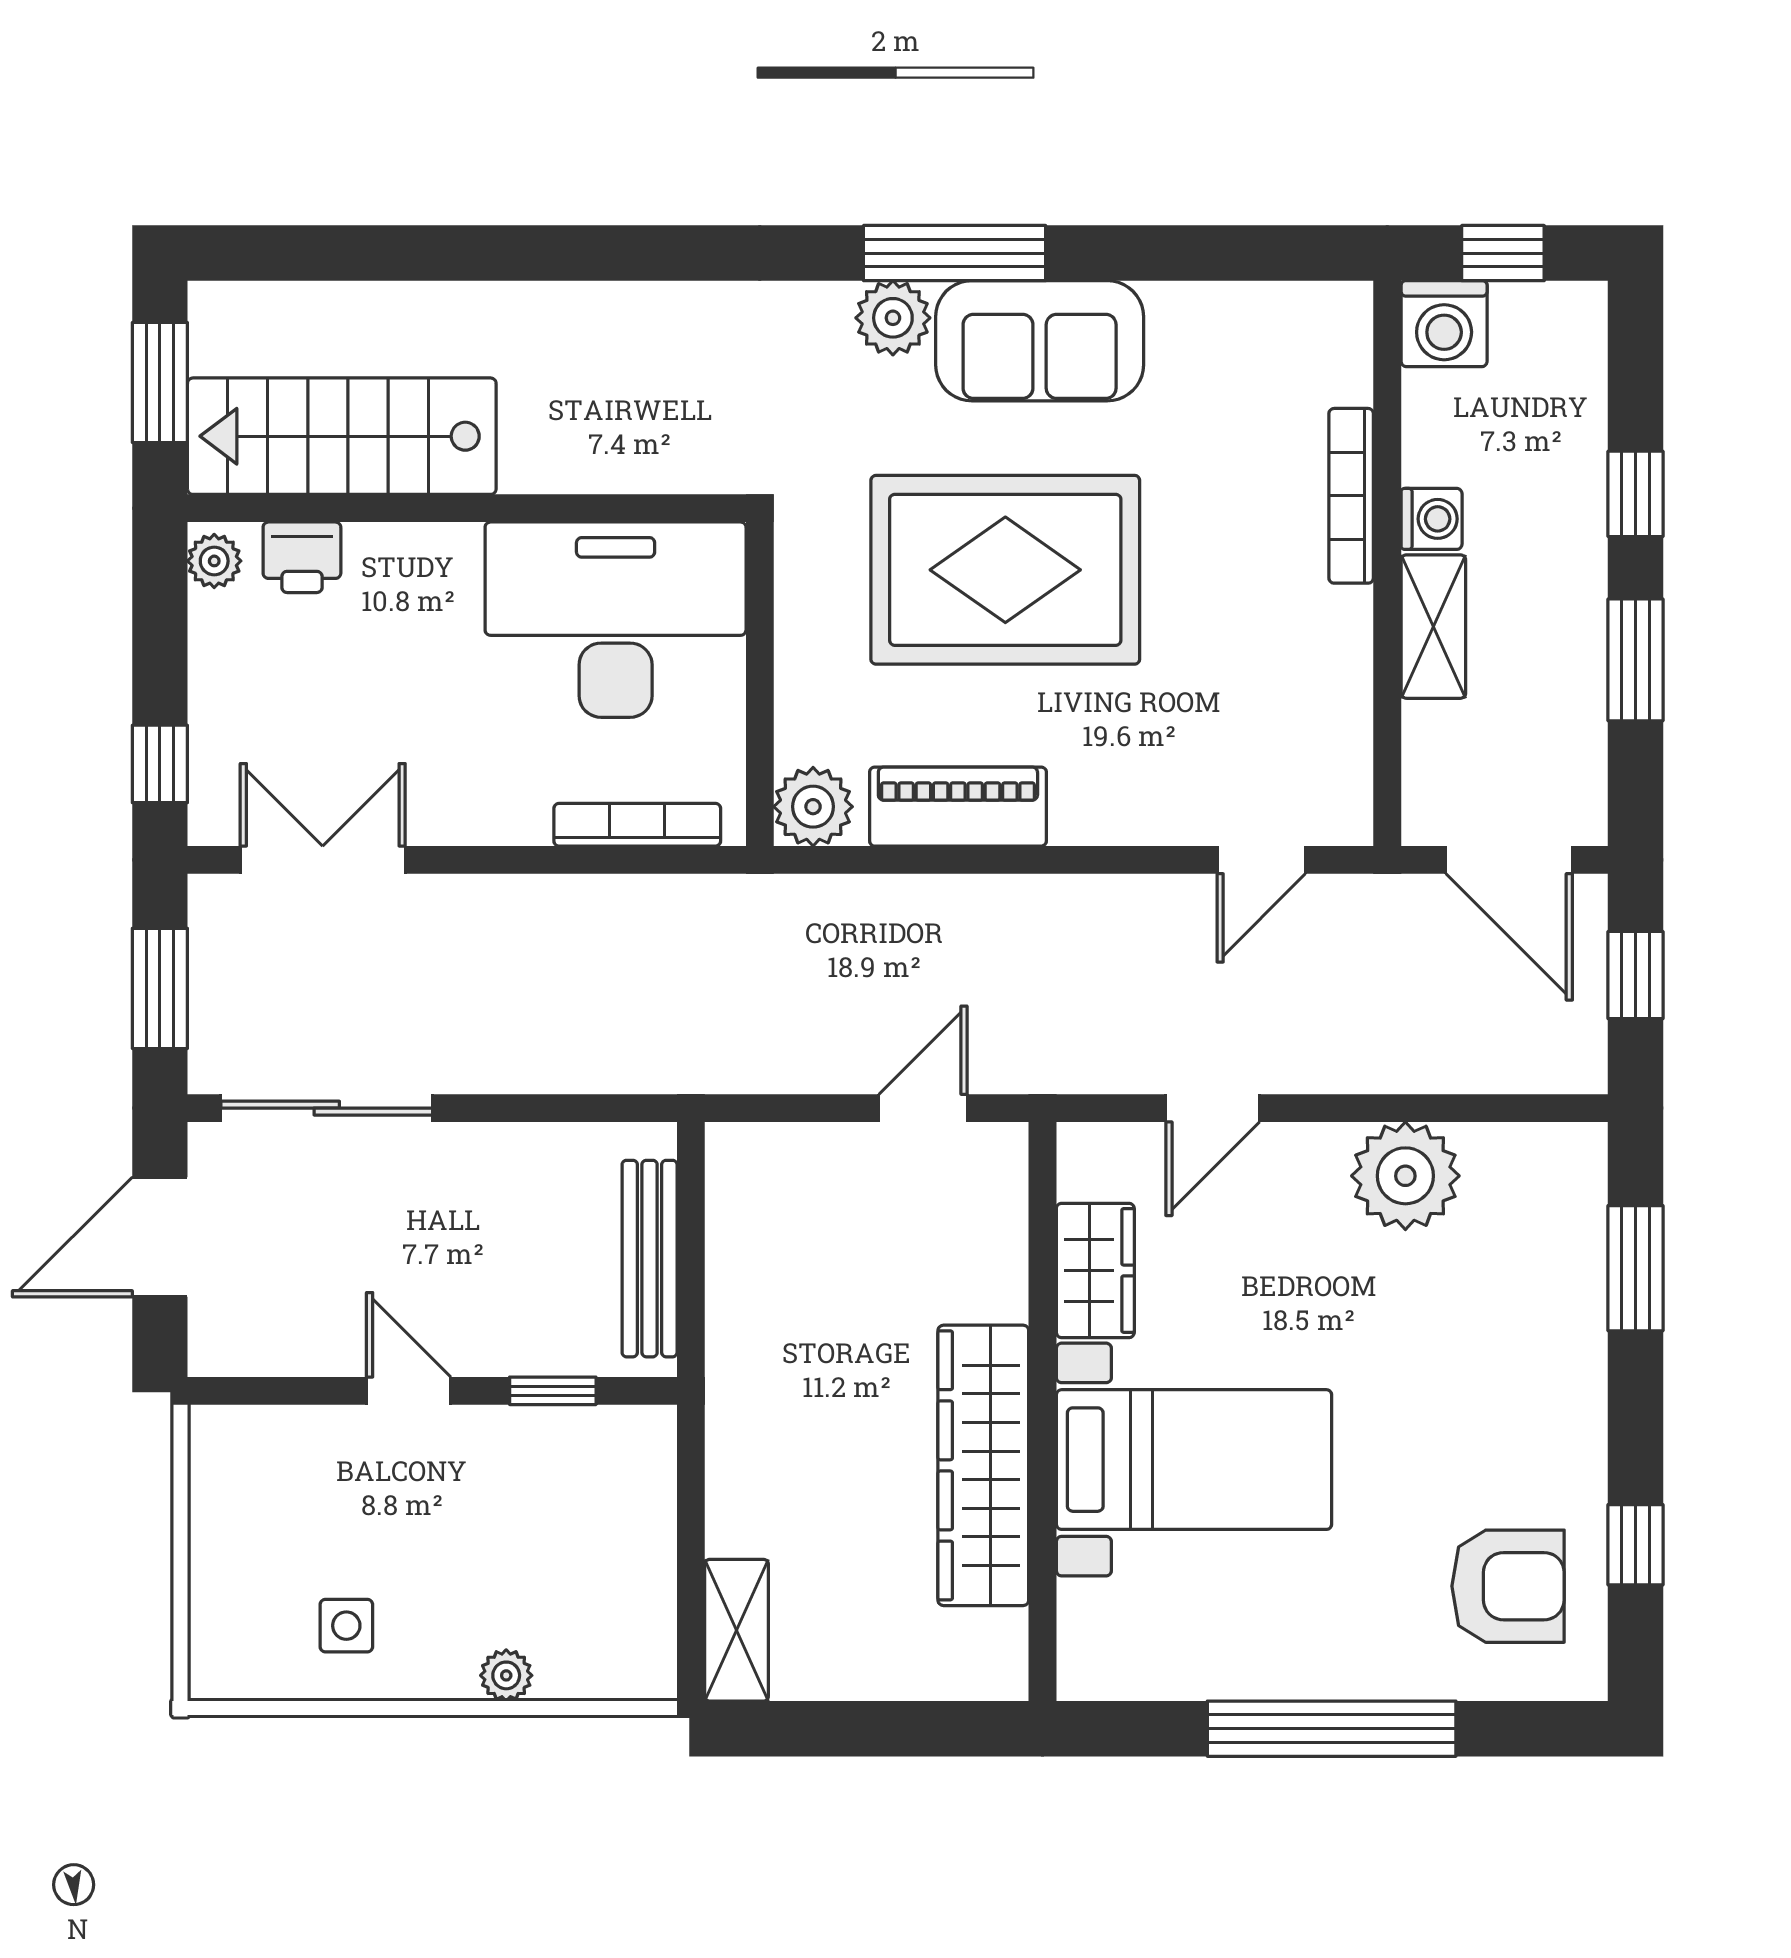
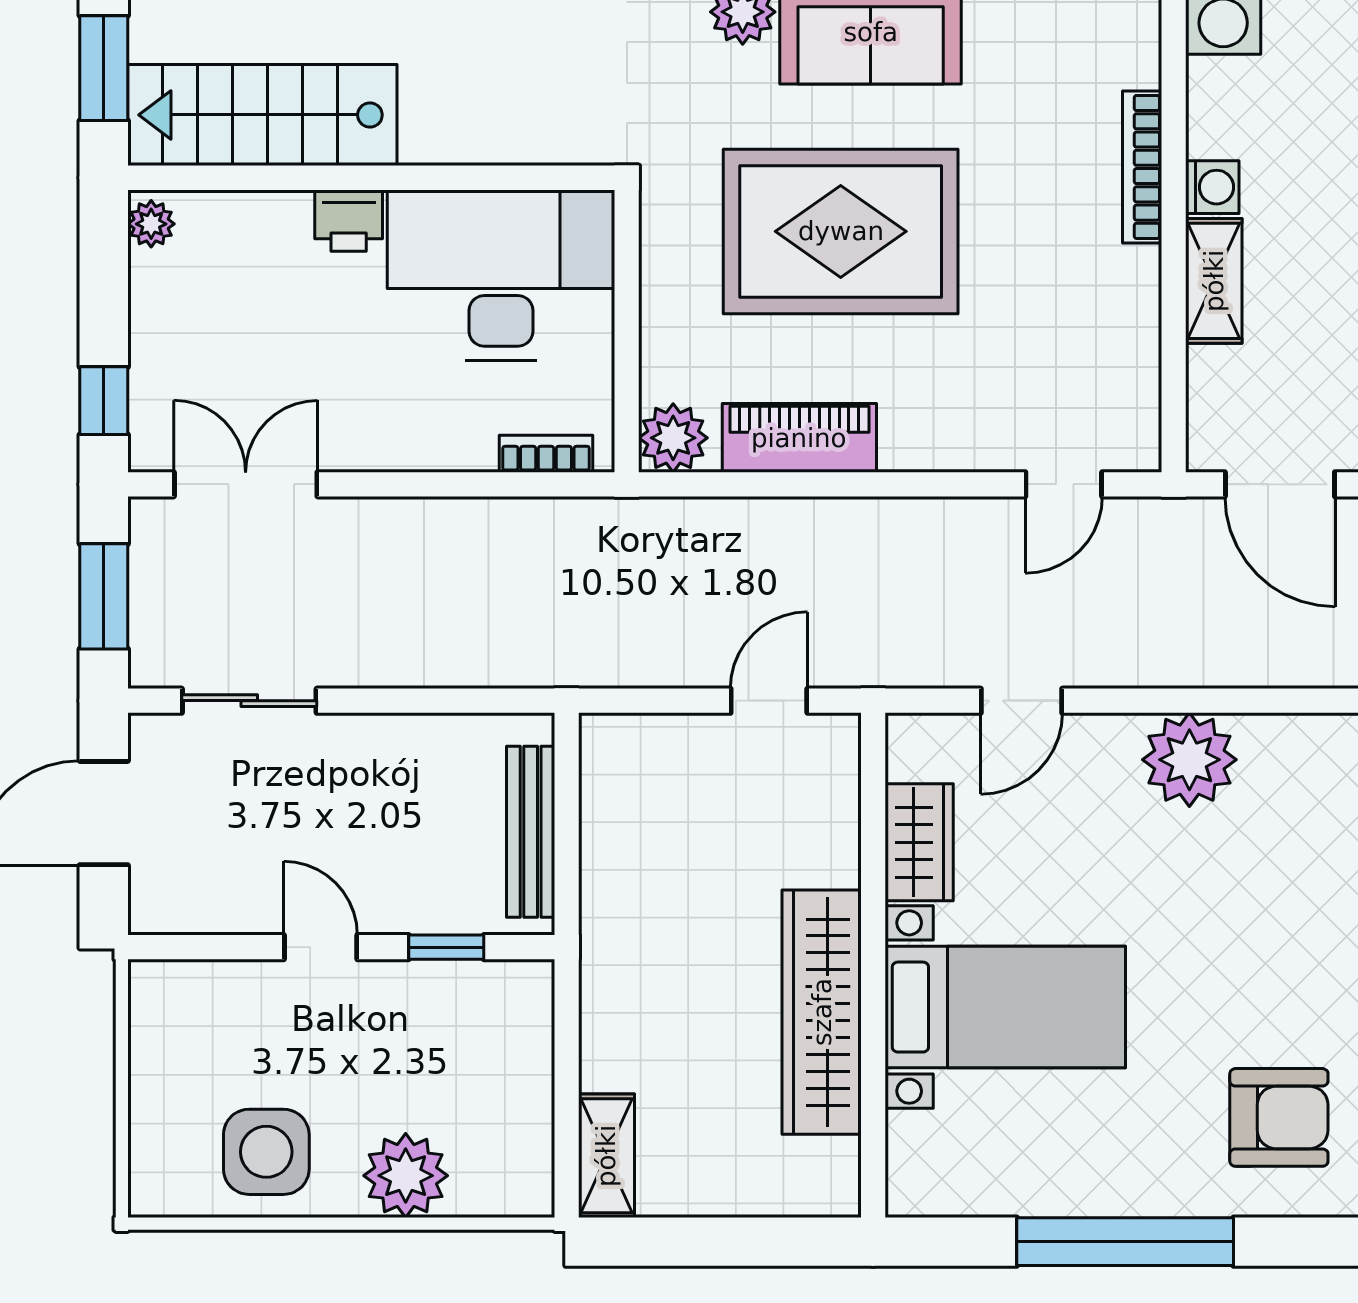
printer: (302, 557) -> (349, 221), moved
bookcase: (637, 825) -> (546, 454), width x0.64
sliding door: (327, 1108) -> (249, 701), width x0.73
side table: (346, 1626) -> (266, 1152), width x1.87, depth x1.87
plant: (506, 1675) -> (406, 1176), width x1.88, depth x1.88

